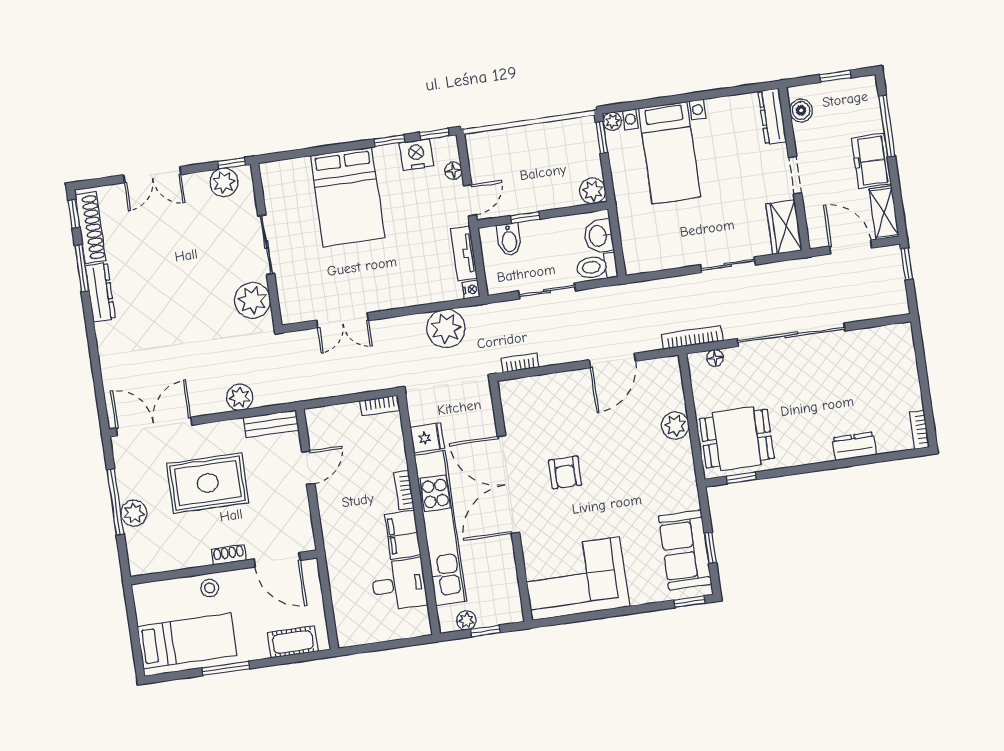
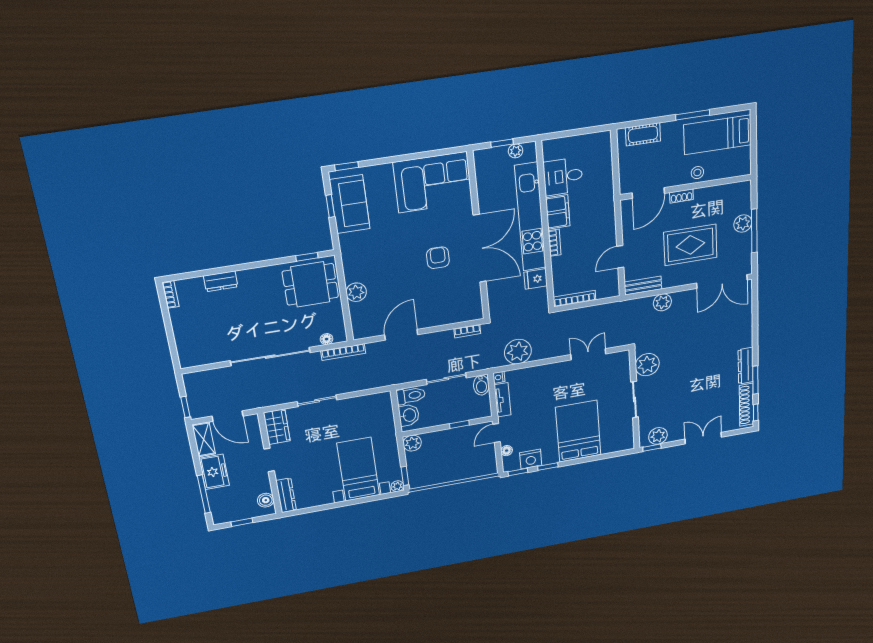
bidet: (509, 239) -> (481, 385), moved, turned 180
bookcase: (380, 406) -> (575, 298), width x1.56
door: (277, 560) -> (648, 193), swing flipped

